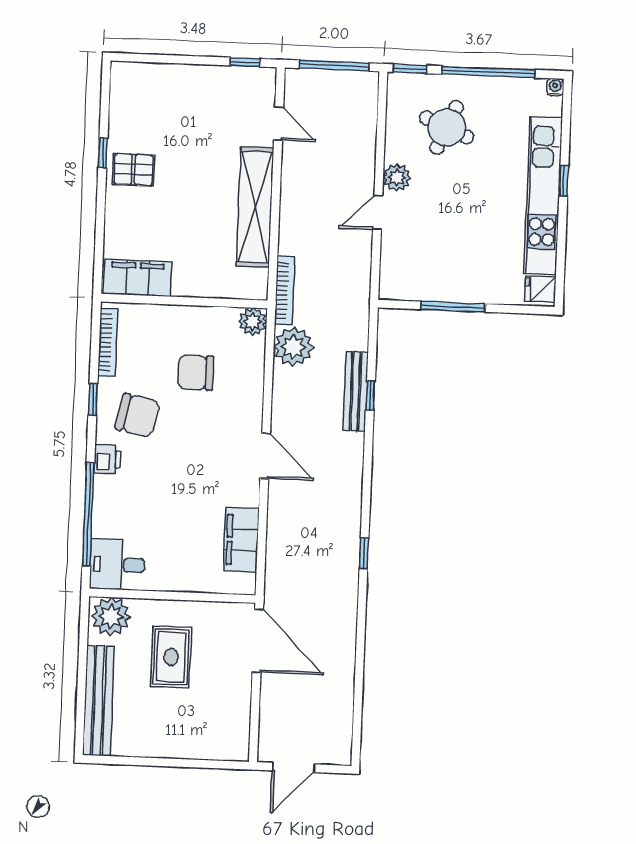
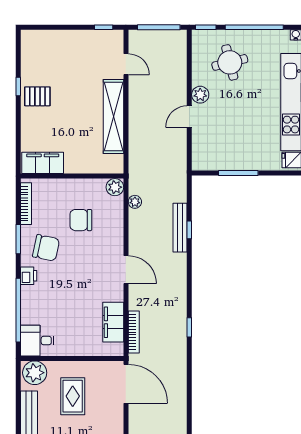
round table: (447, 127) -> (230, 62), turned -37
bookcase: (285, 290) -> (134, 332), moved
plant: (293, 347) -> (135, 202), width x0.53, depth x0.53
window: (93, 400) -> (18, 239), width x1.50

